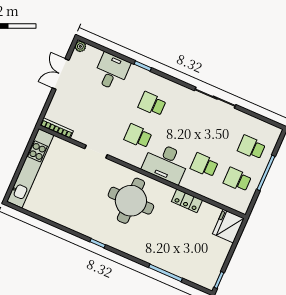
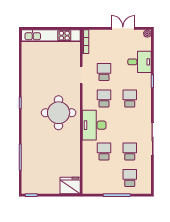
school desk: (105, 122) -> (104, 72), added
school desk: (237, 180) -> (130, 151), moved
locker: (187, 201) -> (75, 150), removed

